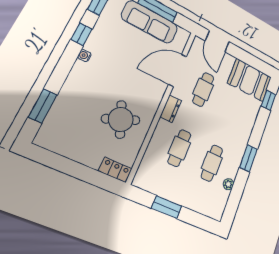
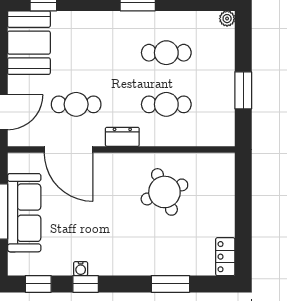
water cooler: (84, 55) -> (81, 269), moved
window: (43, 106) -> (170, 284), moved
locker: (115, 170) -> (225, 257), moved
plant: (228, 184) -> (227, 19), moved

